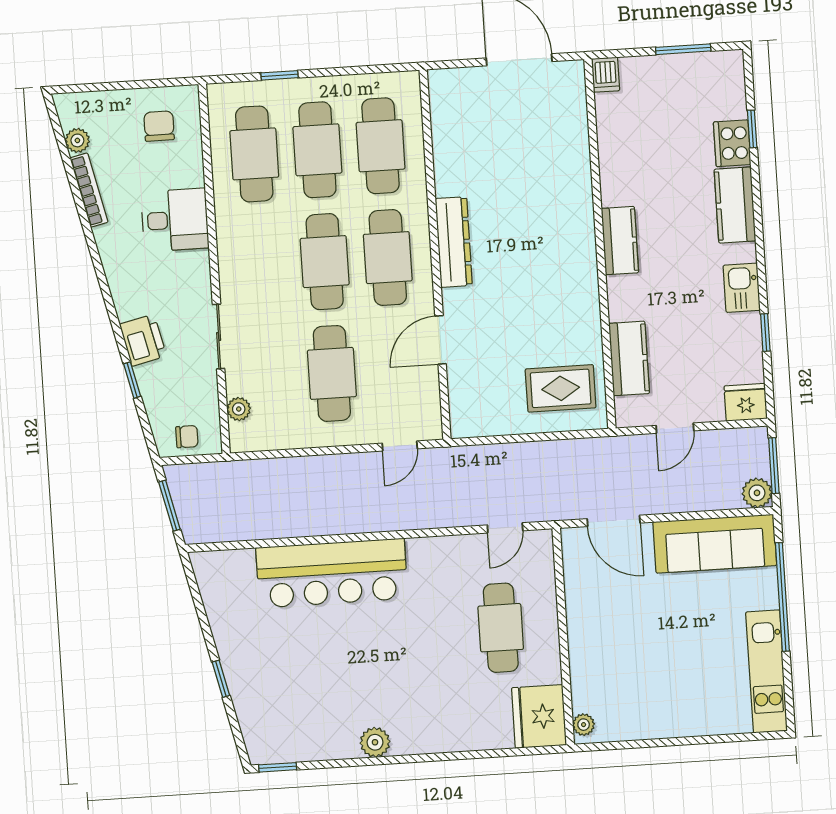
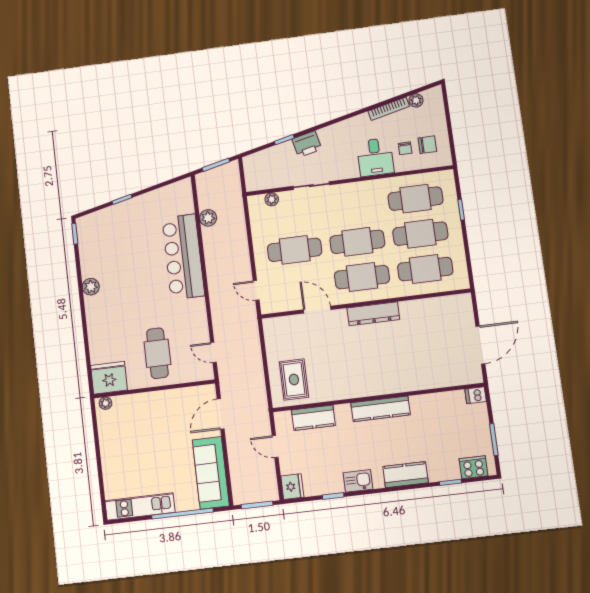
cooker: (732, 143) -> (474, 467), moved
kitchen counter: (620, 241) -> (380, 409), width x1.50
chair: (187, 437) -> (405, 148), moved
plant: (757, 493) -> (208, 218), moved
cafe table: (501, 628) -> (157, 353), turned 90

